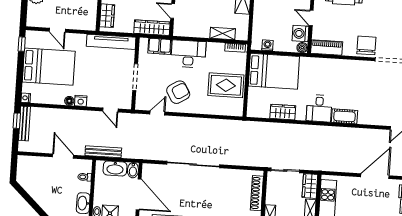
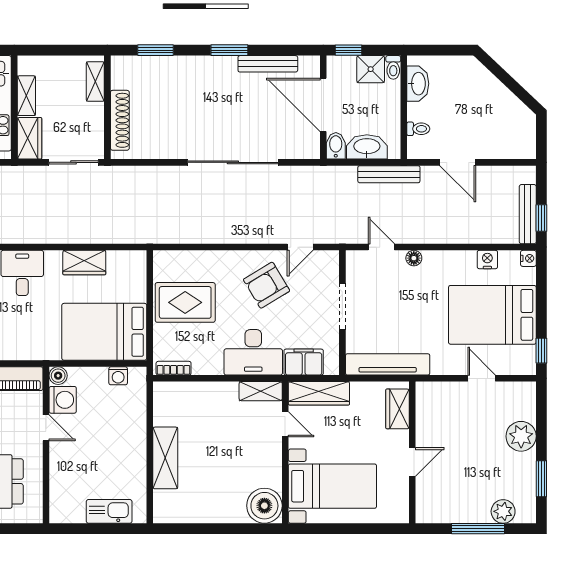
shelving: (223, 33) -> (261, 391), moved
floor lamp: (69, 101) -> (414, 258), moved
nightstand: (81, 101) -> (487, 260), moved

